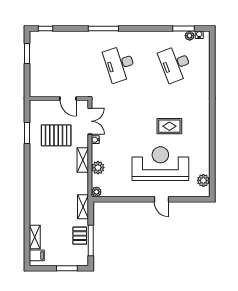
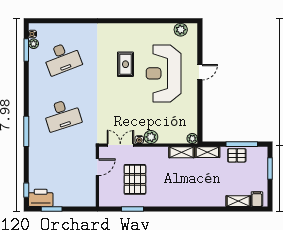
printer: (38, 43) -> (41, 198), added
shelving: (83, 160) -> (182, 152), moved
plant: (98, 168) -> (151, 137), moved

